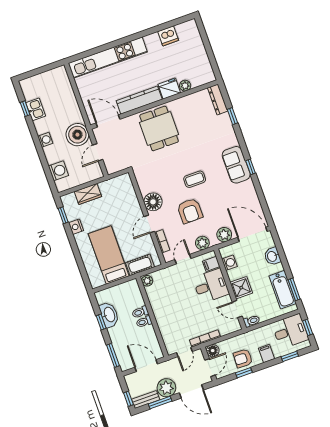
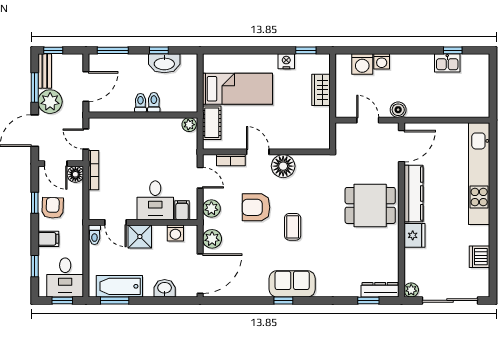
sliding door: (207, 46) -> (450, 300), added
plant: (185, 86) -> (411, 290), moved
window: (232, 116) -> (368, 300), moved
boiler: (77, 135) -> (398, 110), width x0.54, depth x0.54
washing machine: (45, 140) -> (382, 61), moved
door: (237, 309) -> (115, 222), swing flipped

